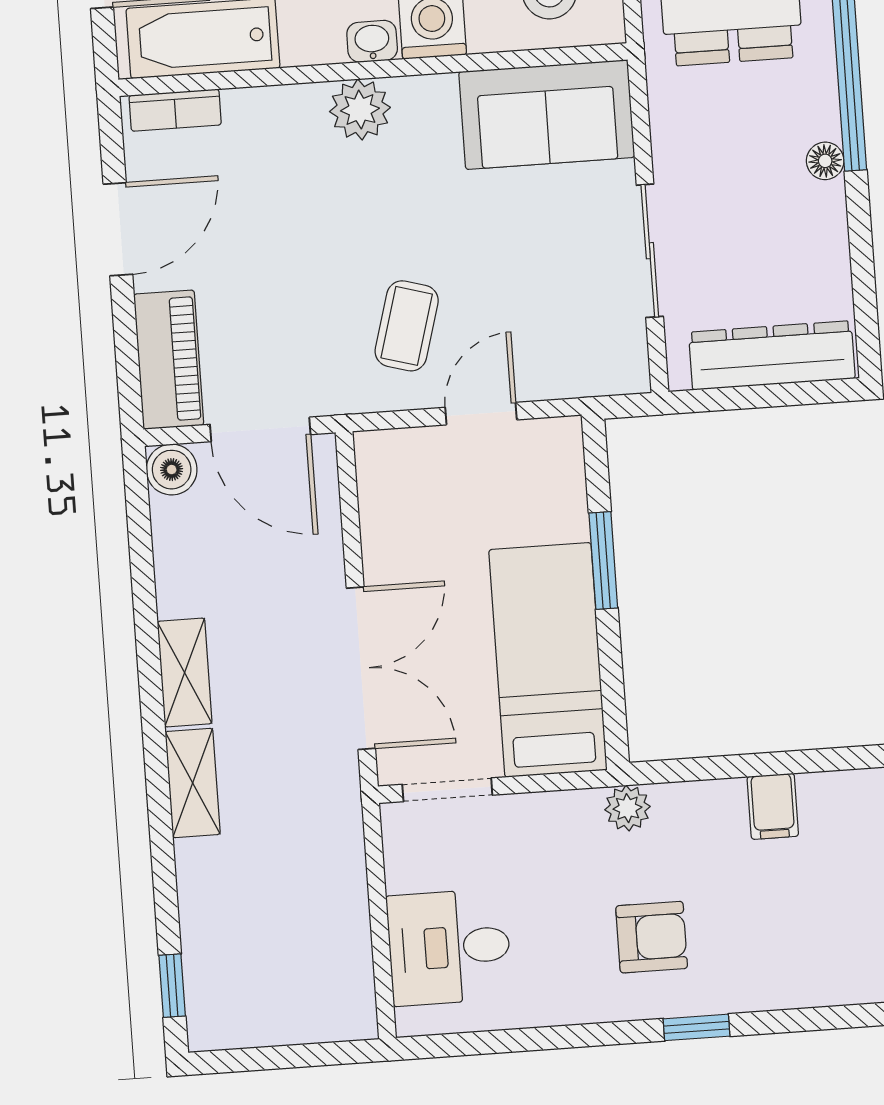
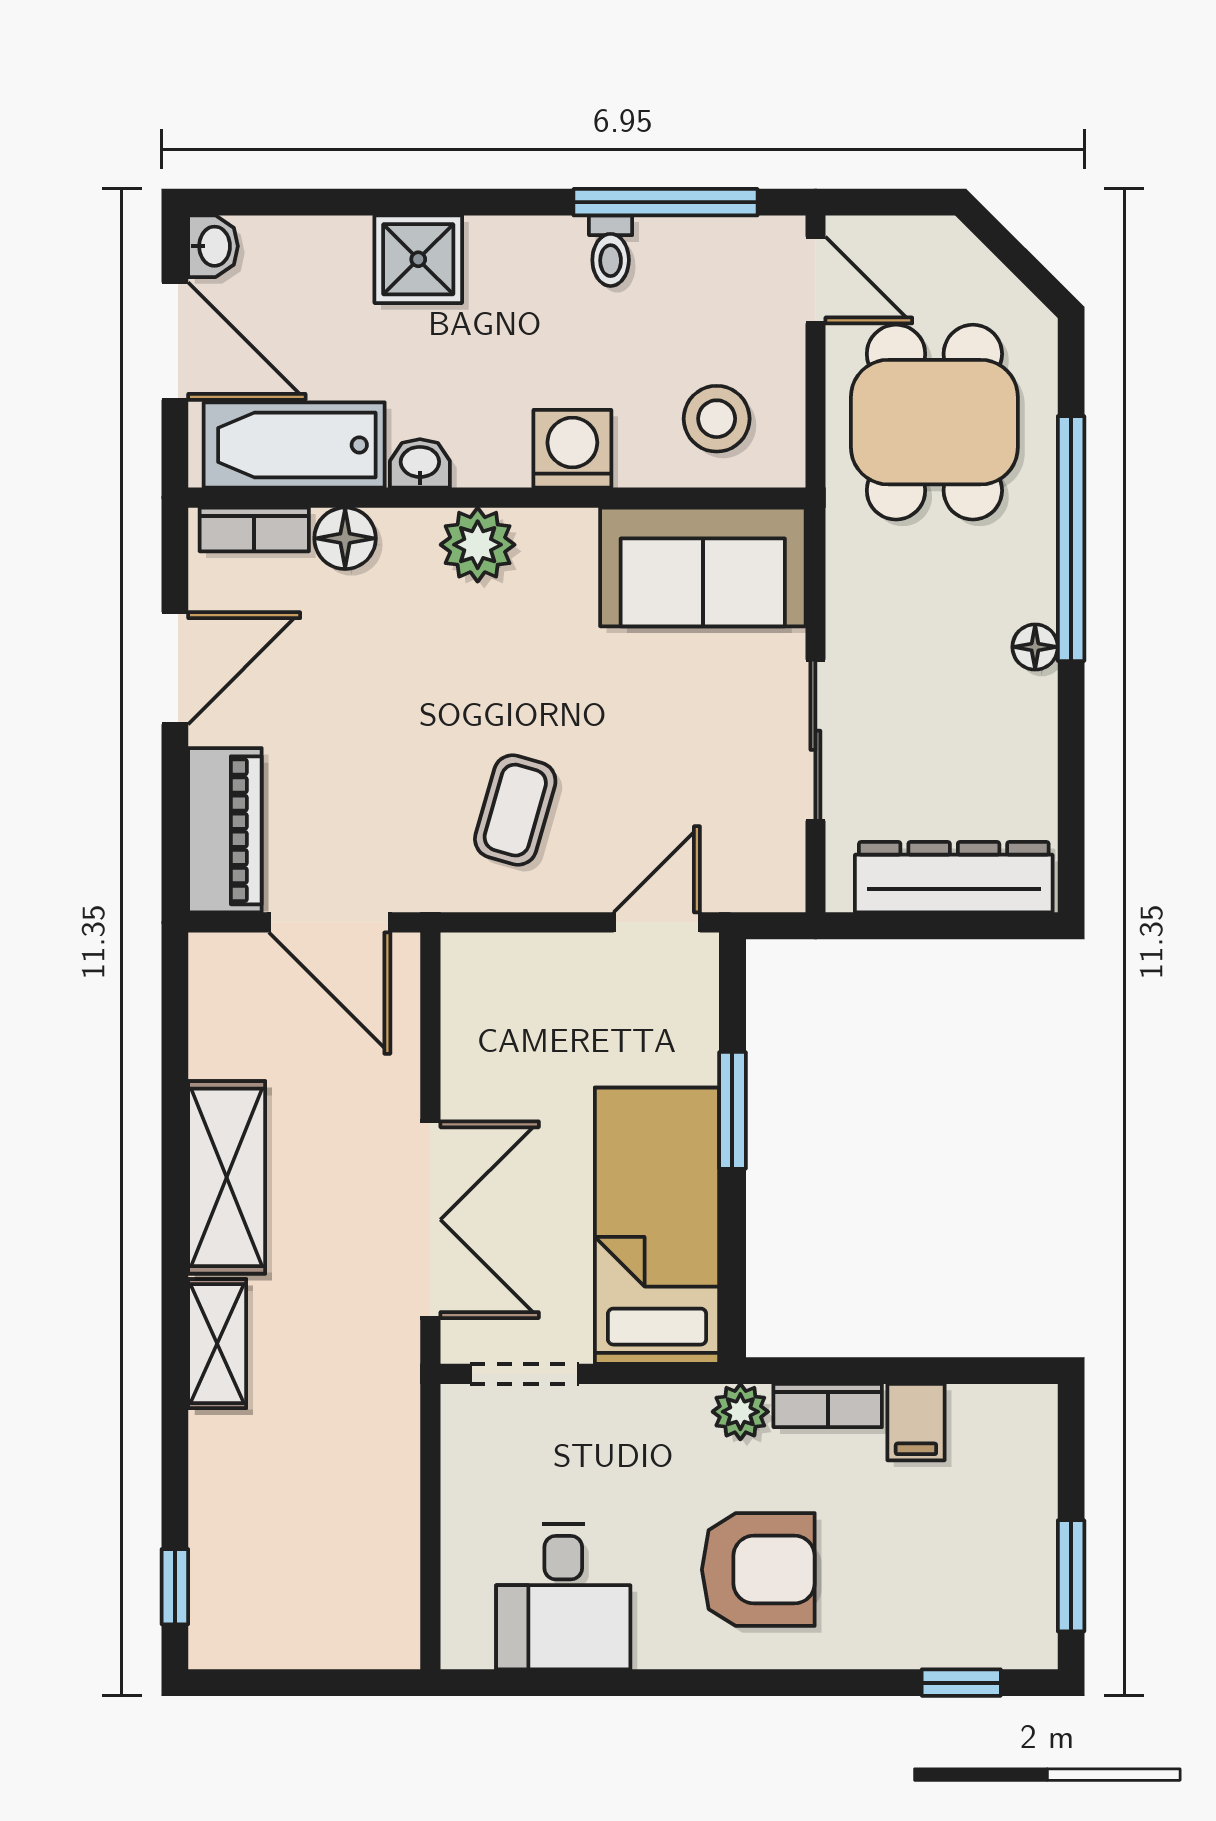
washbasin: (372, 41) -> (420, 463), moved
floor lamp: (250, 112) -> (345, 538), added
door: (481, 414) -> (657, 922), moved
boiler: (172, 470) -> (219, 963), removed
shelving: (185, 673) -> (227, 1177), width x1.50, depth x1.33
bookcase: (699, 798) -> (828, 1406), added
armchair: (652, 937) -> (758, 1570), width x1.38, depth x1.38
desk: (449, 947) -> (563, 1597), moved, turned -90
window: (697, 1027) -> (961, 1683), moved

